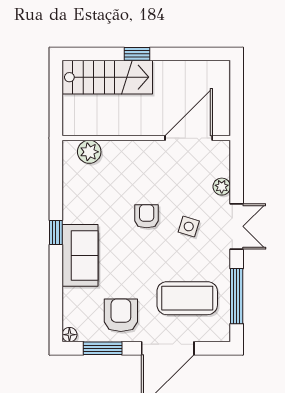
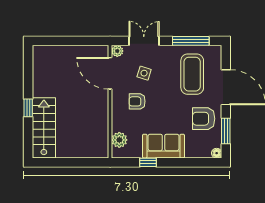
wall: (146, 138) -> (110, 102), moved
door: (189, 138) -> (110, 73), moved
plant: (89, 152) -> (119, 140), moved

